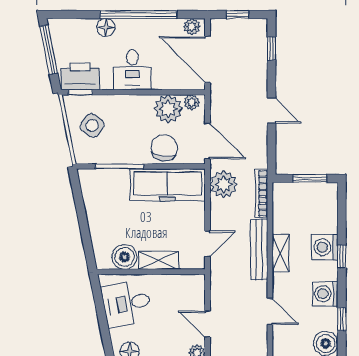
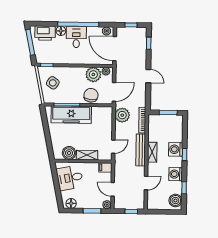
desk: (132, 70) -> (76, 37), moved, turned 180
printer: (80, 76) -> (45, 33), moved, turned 180
door: (207, 141) -> (114, 92), hinge flipped
freezer: (168, 185) -> (71, 115), moved
filing cabinet: (193, 283) -> (105, 167), added
door: (270, 311) -> (146, 183), hinge flipped

